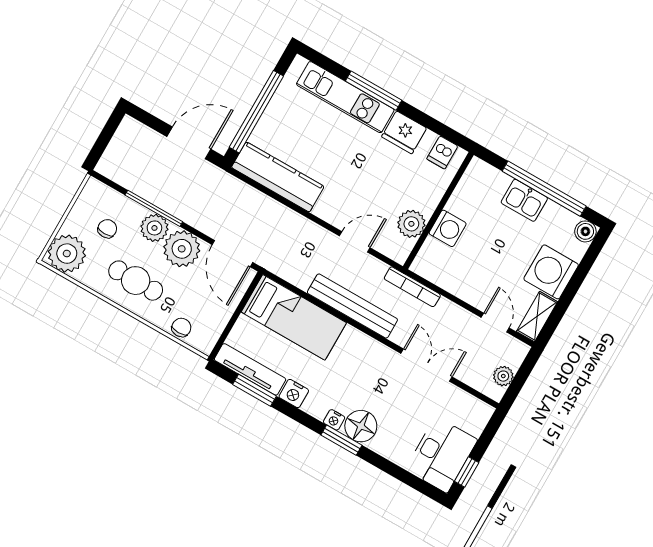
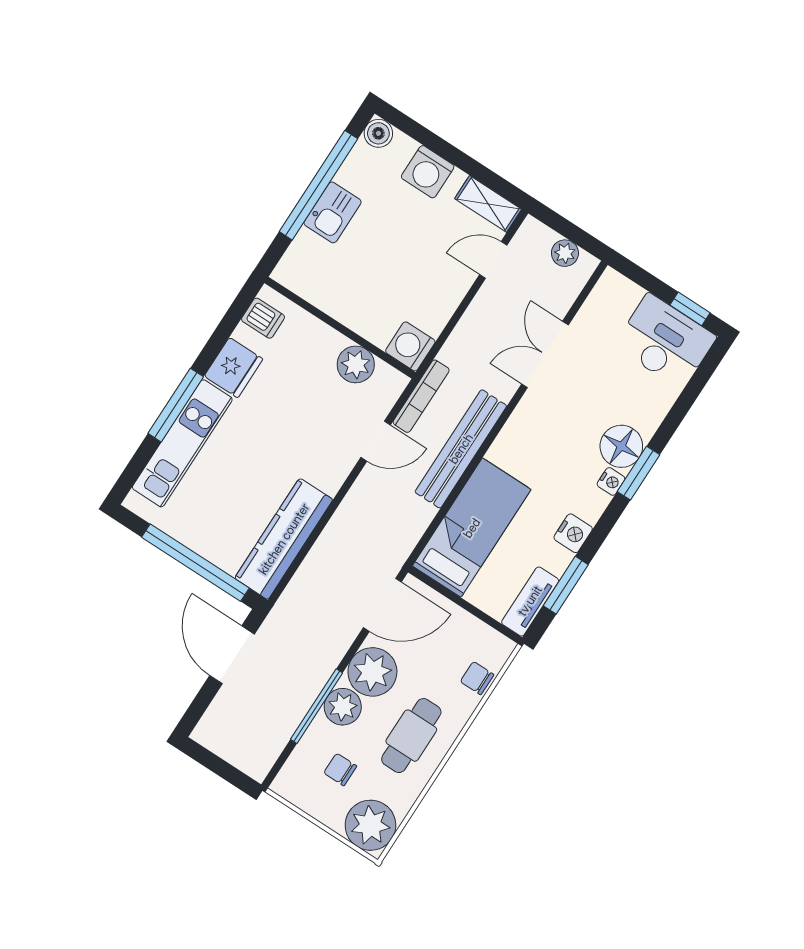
washing machine: (448, 228) -> (410, 346), moved, turned -90
door: (355, 242) -> (376, 441), swing flipped
washing machine: (551, 272) -> (428, 172), width x0.73, depth x0.73
bookcase: (412, 287) -> (421, 396), moved
tv unit: (250, 369) -> (530, 601), width x0.71

